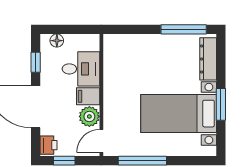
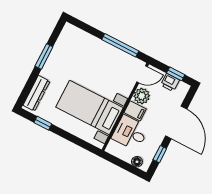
window: (184, 29) -> (43, 123), width x0.46
bed with nightstands: (179, 114) -> (90, 107), moved, turned 180
printer: (49, 145) -> (170, 83), moved, turned -90

